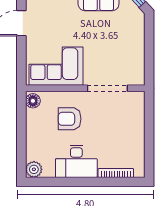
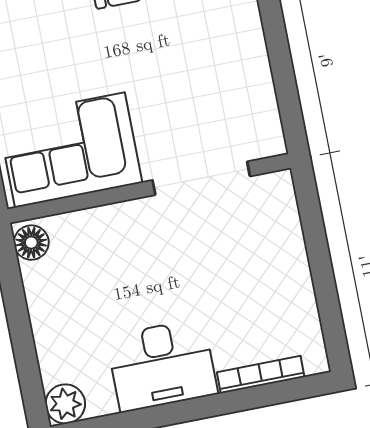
armchair: (70, 119) -> (126, 268), removed

